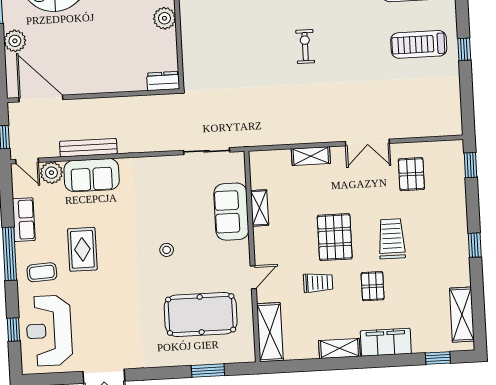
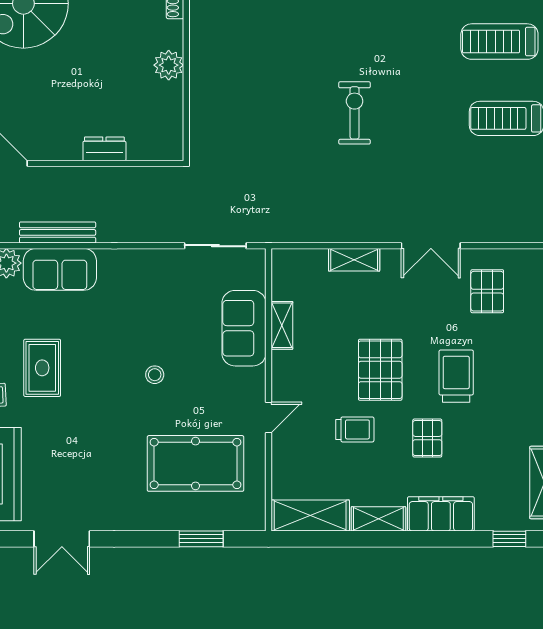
exercise bike: (305, 46) -> (355, 113), width x1.38, depth x1.39
dresser: (163, 81) -> (104, 149), moved
shelving: (270, 332) -> (310, 515), moved, turned 90

